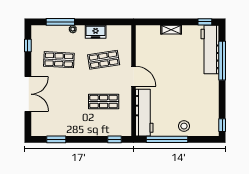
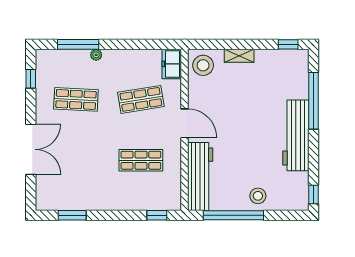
freezer: (96, 32) -> (172, 64), moved, turned 90
stool: (146, 36) -> (203, 65), added
workbench: (210, 49) -> (296, 135), moved

